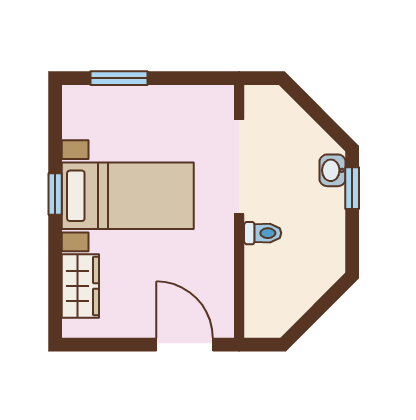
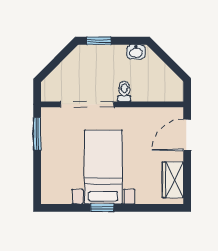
window: (119, 78) -> (37, 134), moved
washbasin: (333, 170) -> (136, 52), moved
wardrobe: (80, 286) -> (173, 180), moved, turned -90

